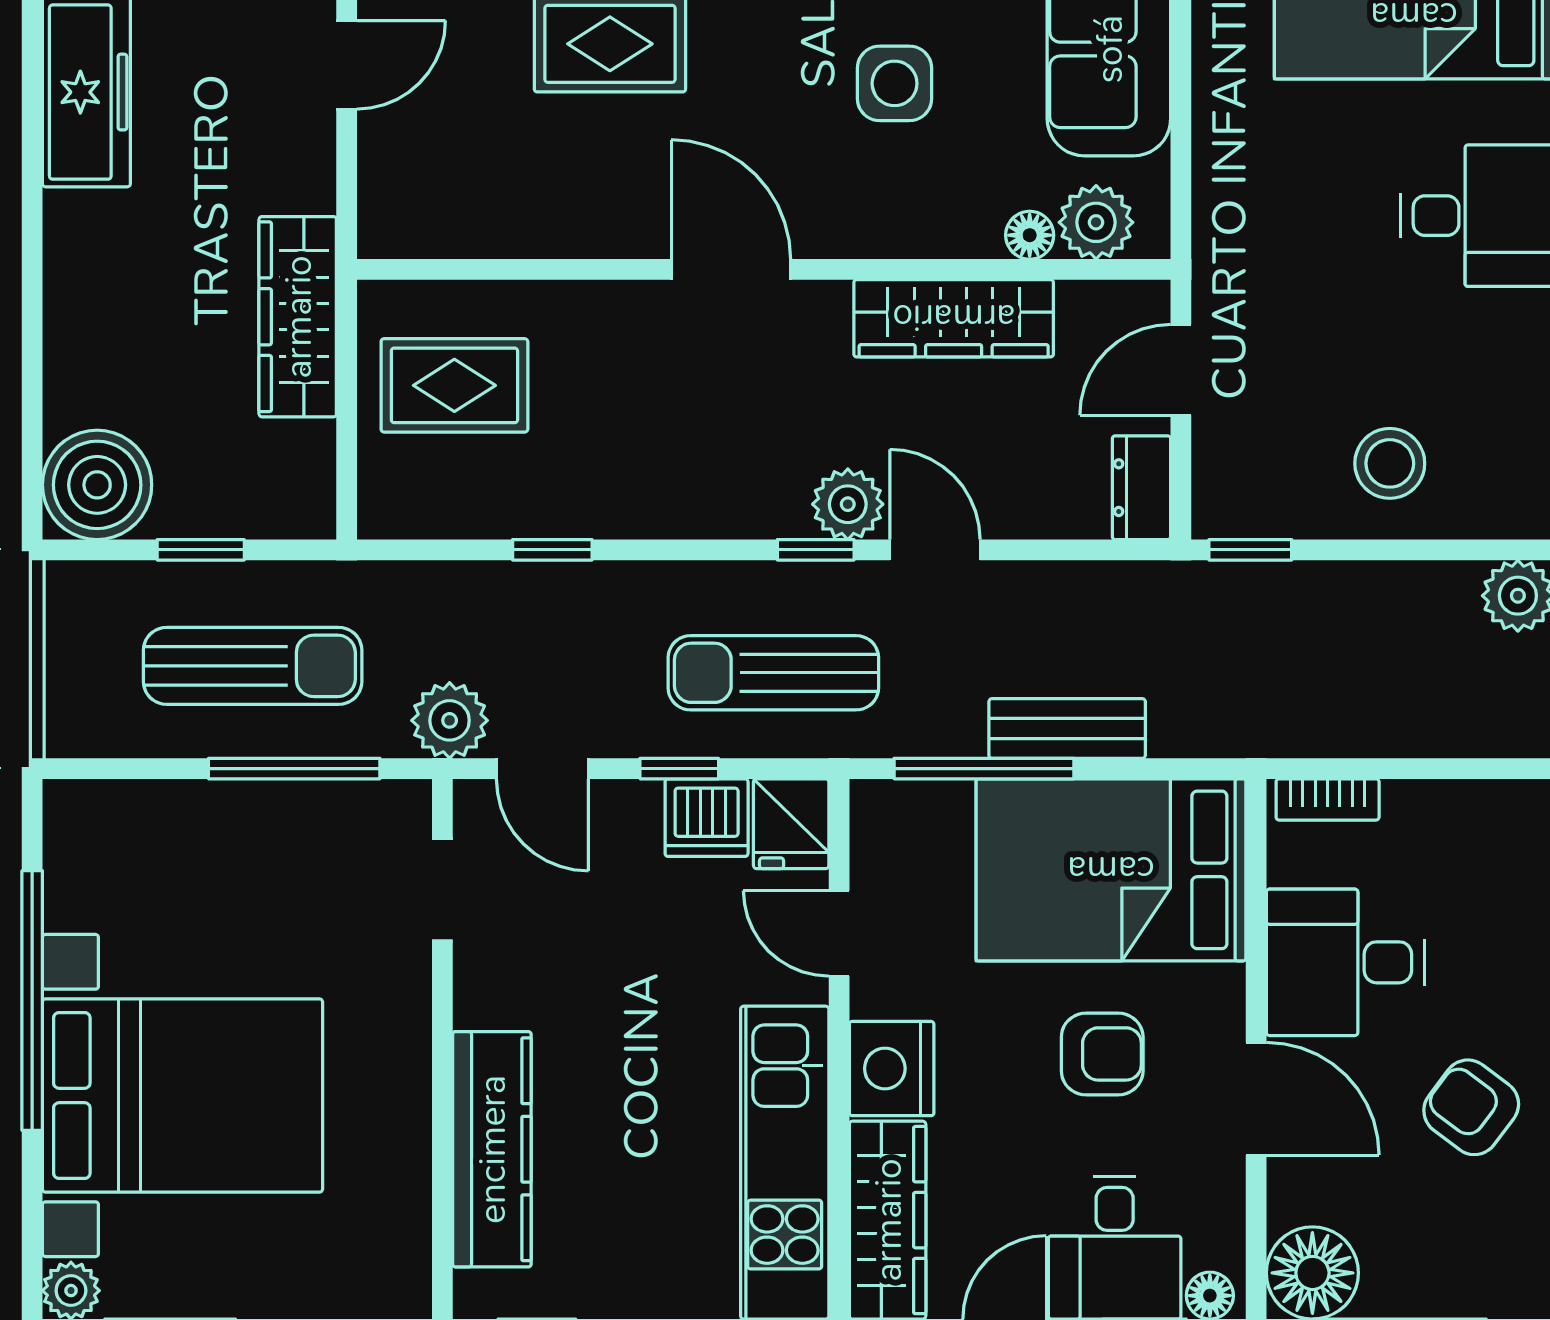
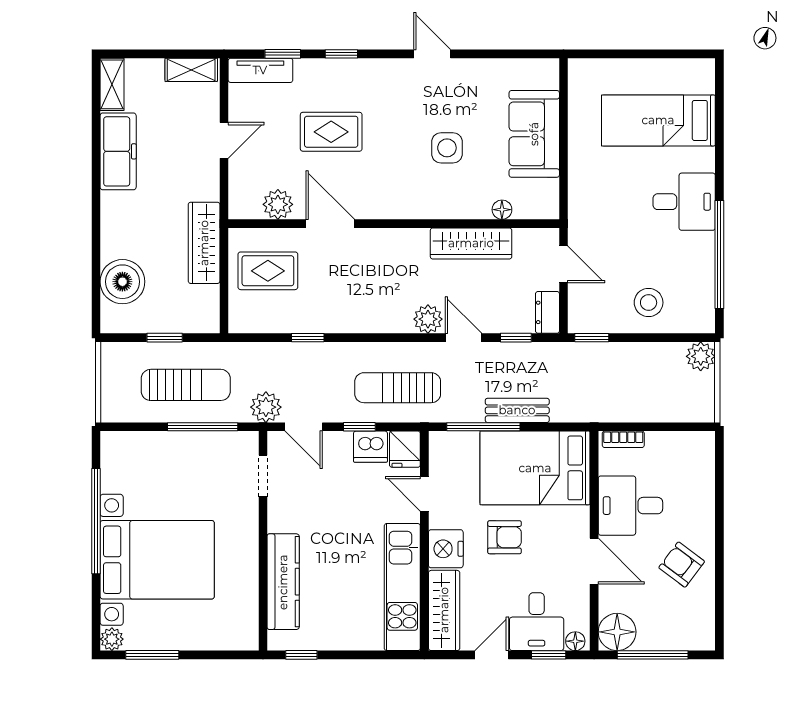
plant: (1096, 222) -> (278, 204), moved
door: (731, 269) -> (330, 224), moved
door: (1181, 370) -> (564, 264), swing flipped
boiler: (97, 485) -> (122, 282), moved
window: (816, 550) -> (516, 338), moved
armchair: (1102, 1054) -> (504, 537), moved

